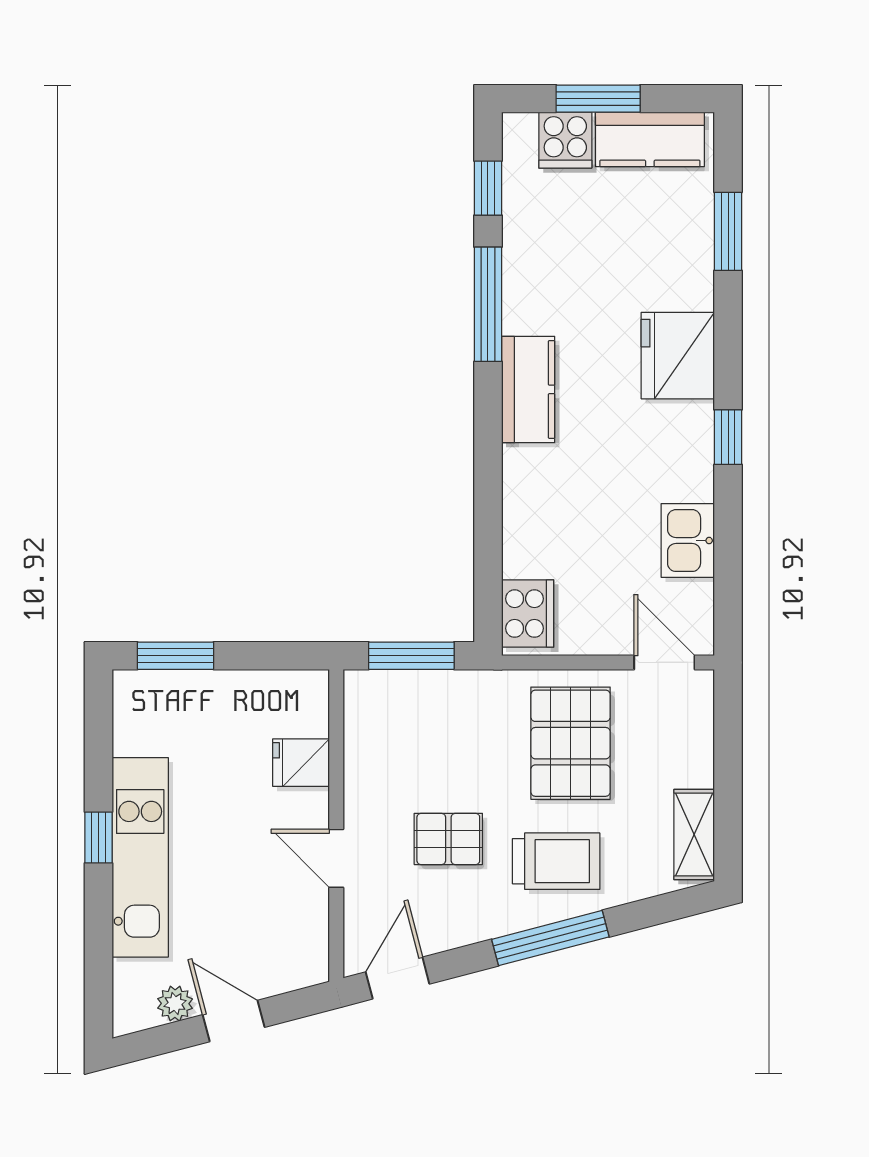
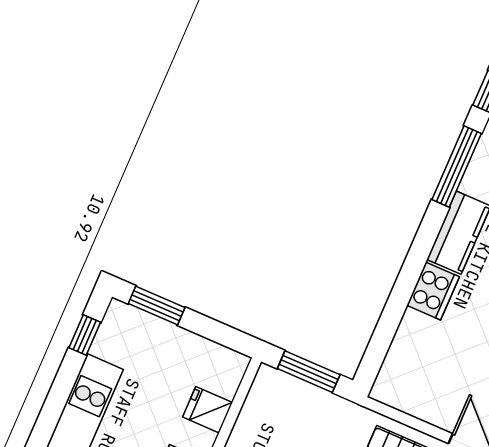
cooker: (528, 614) -> (433, 291), moved
window: (98, 838) -> (85, 335), moved

